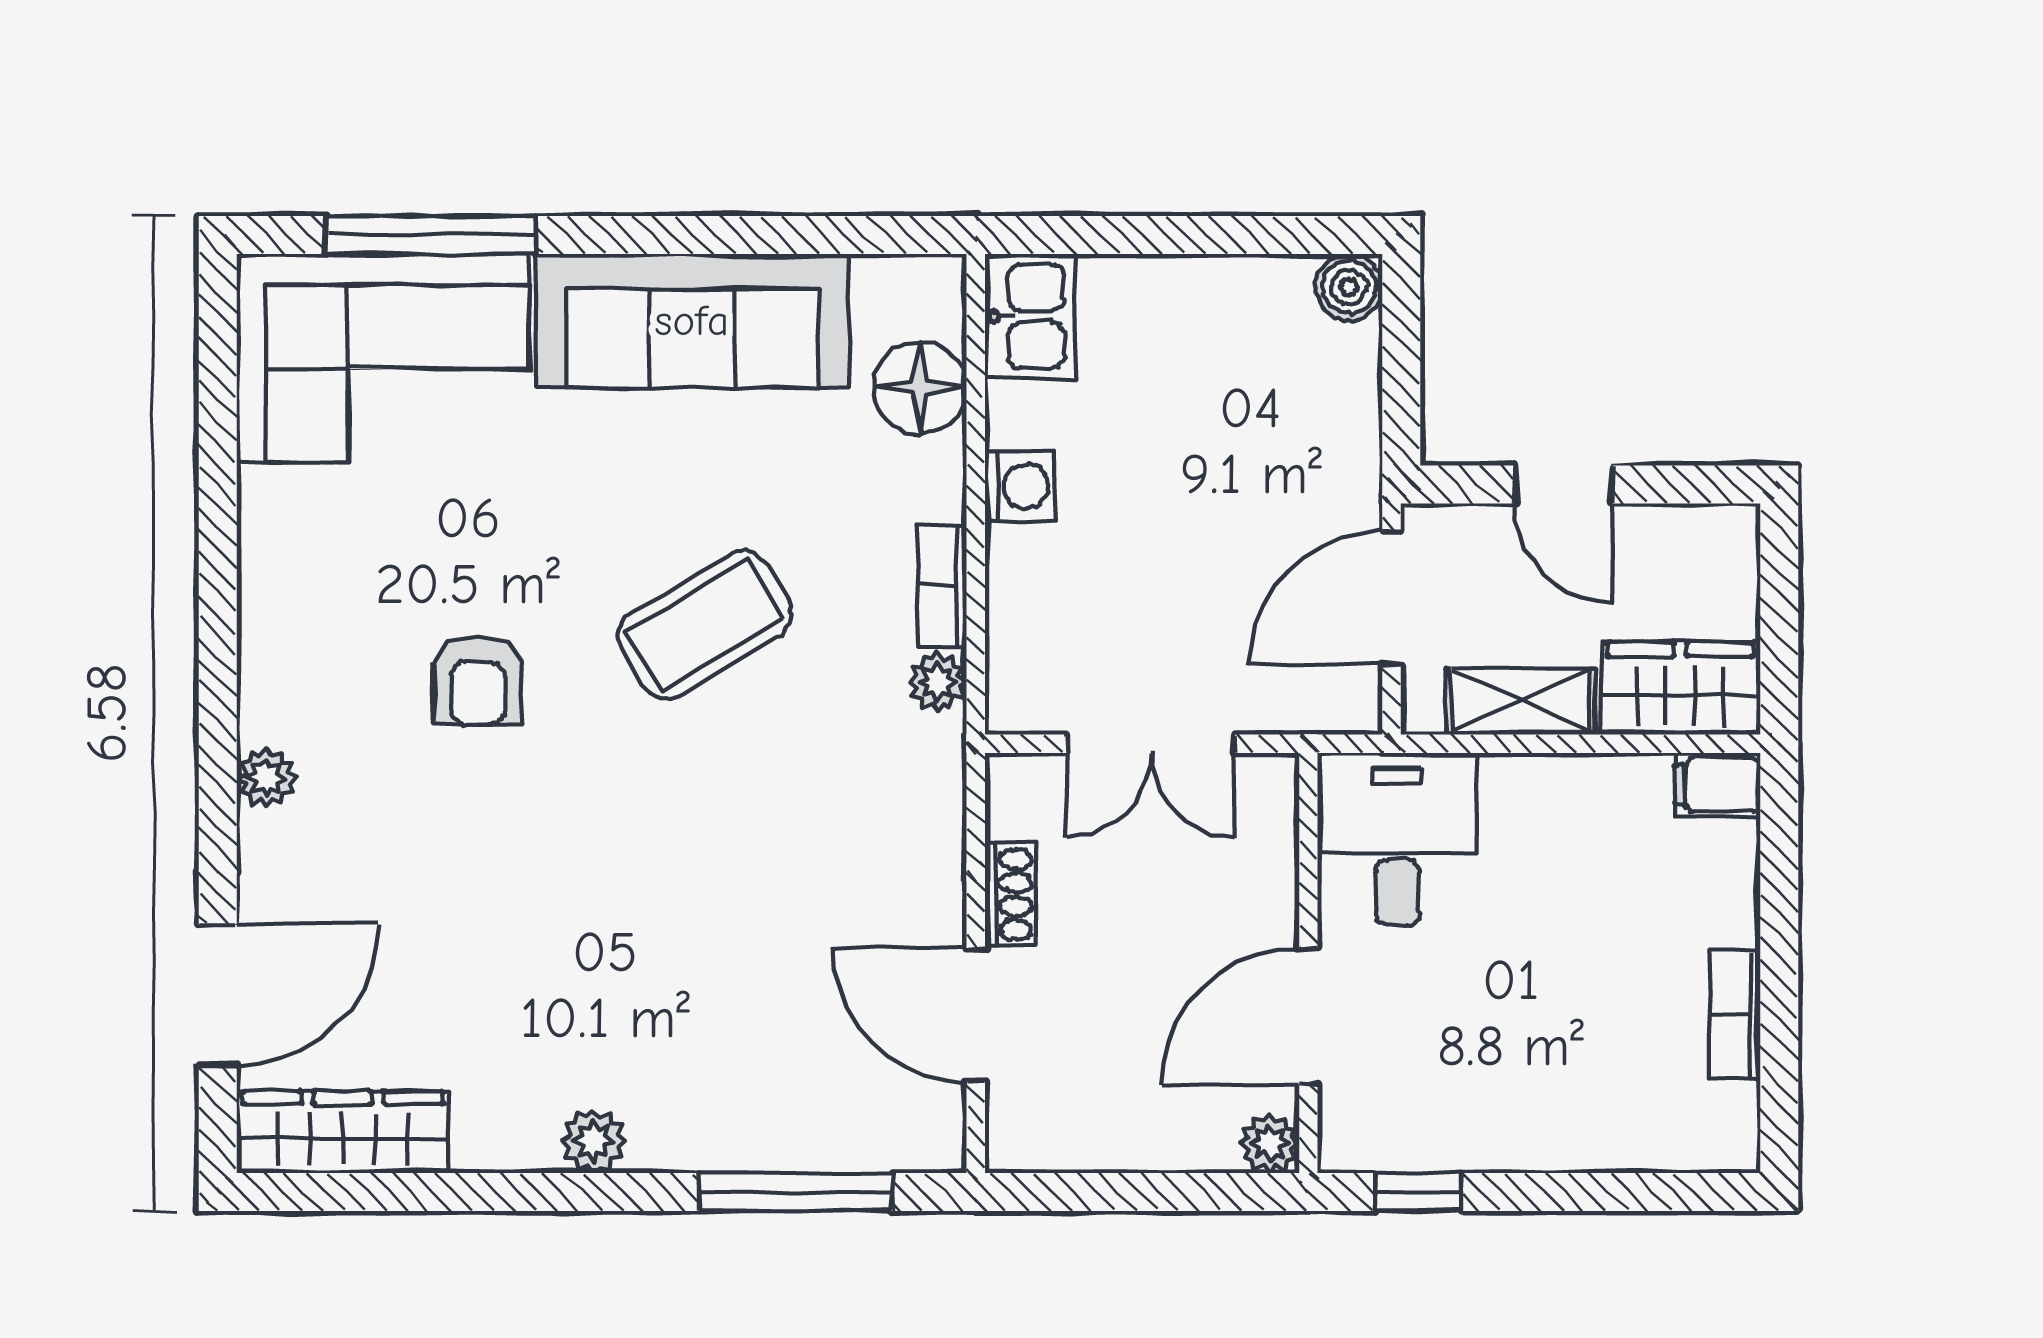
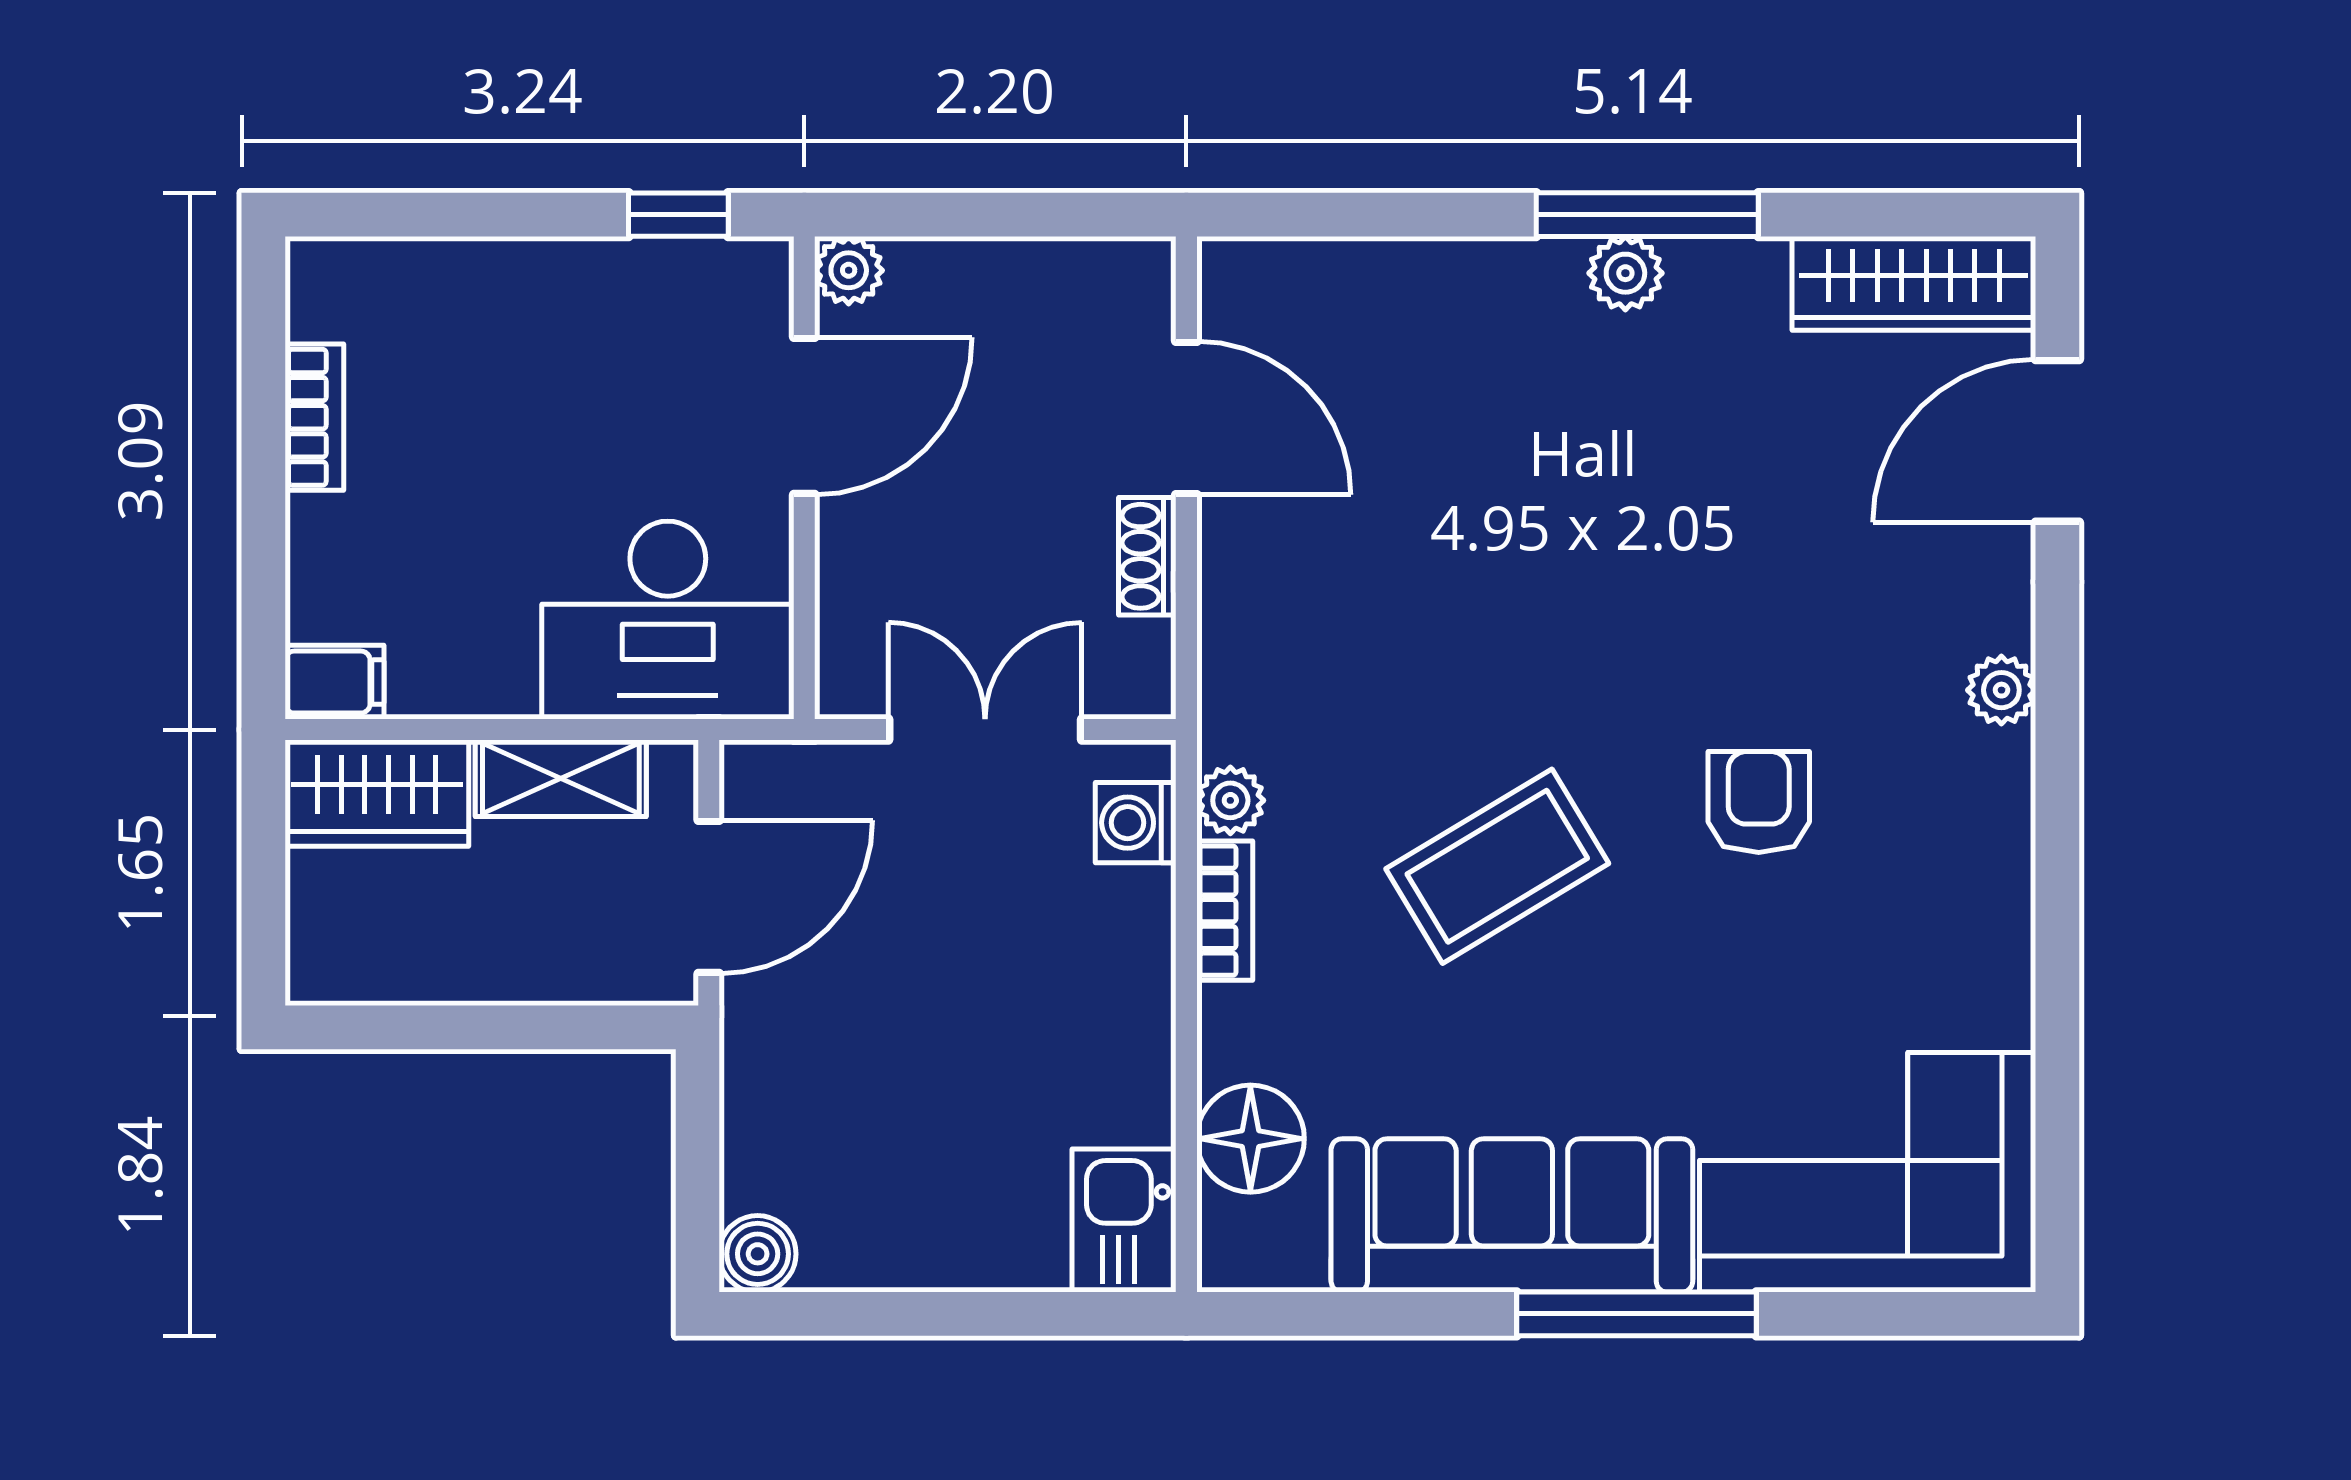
window: (431, 235) -> (1636, 1314), moved
door: (1563, 484) -> (511, 1027), removed
washing machine: (1020, 486) -> (1136, 823), moved
desk: (1397, 839) -> (668, 620), width x1.37
window: (795, 1192) -> (1647, 215), moved

